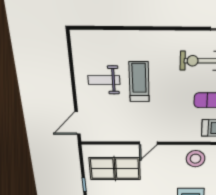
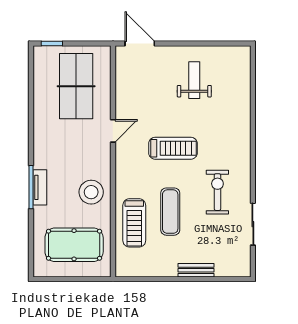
treadmill: (139, 82) -> (173, 148), moved
door: (148, 143) -> (113, 131), swing flipped

